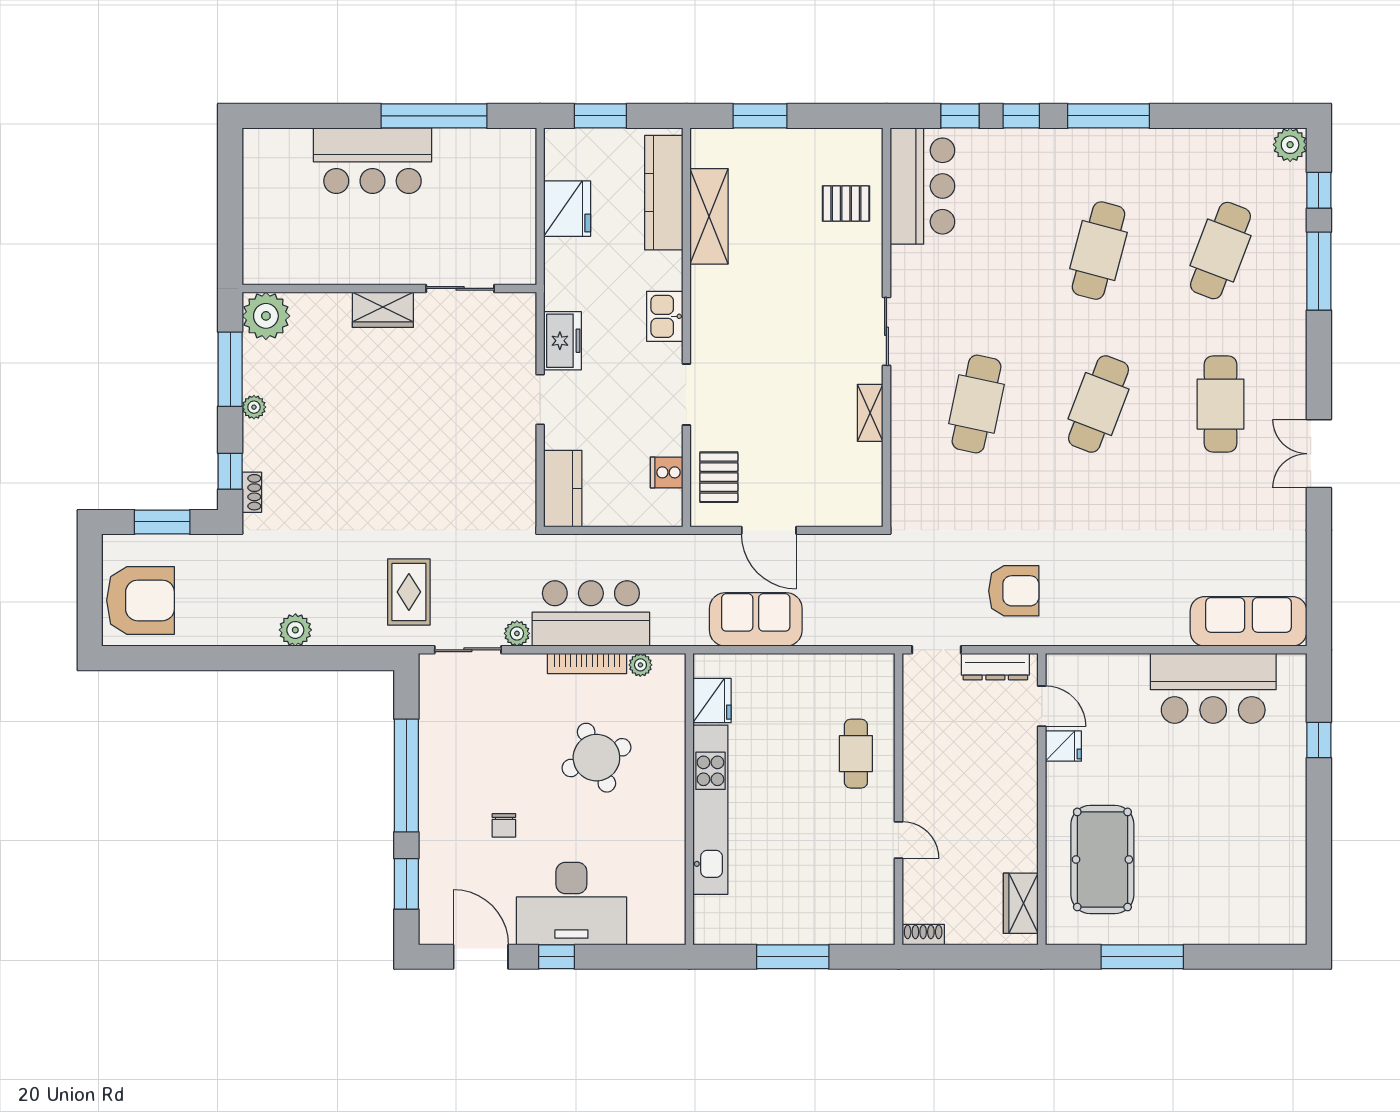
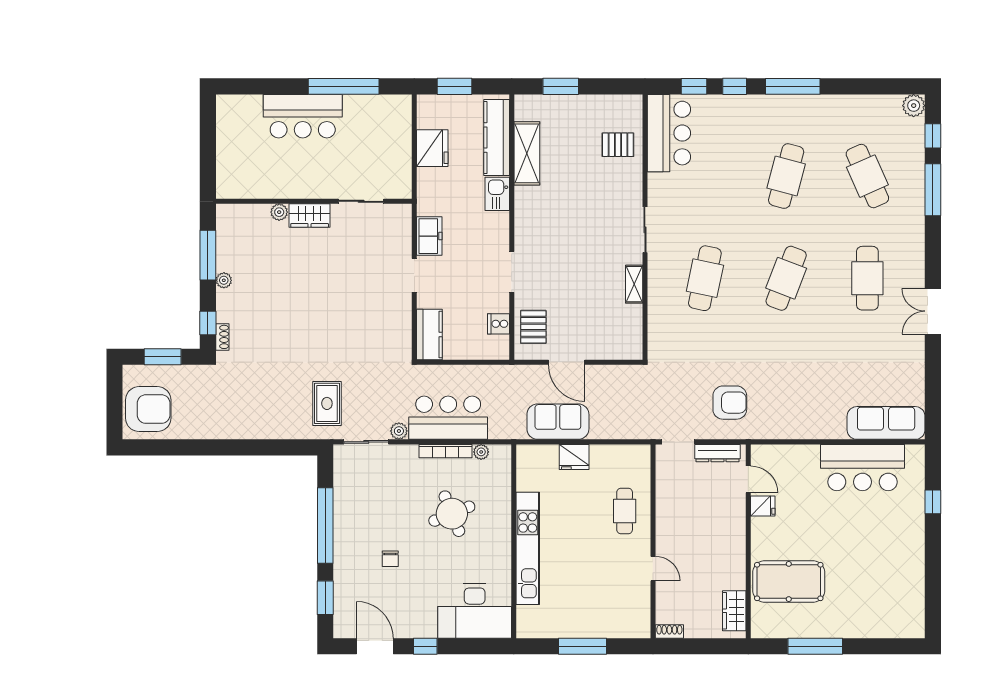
cafe table: (1221, 251) -> (867, 176), turned -45
plant: (266, 316) -> (279, 212), moved, width x0.53, depth x0.53
kitchen sink: (665, 316) -> (497, 194), moved
plant: (295, 630) -> (251, 429), removed
fridge: (712, 701) -> (574, 457), moved, turned 90
pool table: (1102, 859) -> (789, 582), turned 90
desk: (571, 904) -> (475, 611), moved

